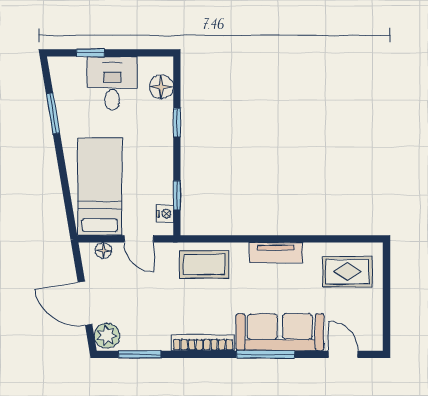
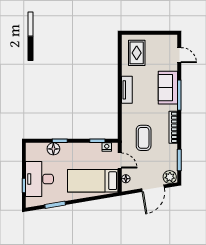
desk: (112, 83) -> (39, 179), width x1.37
floor lamp: (161, 87) -> (53, 149), moved
door: (139, 239) -> (120, 160), hinge flipped
coffee table: (204, 264) -> (144, 138), moved
sofa: (280, 332) -> (168, 88), width x0.73
door: (343, 354) -> (179, 55), swing flipped

